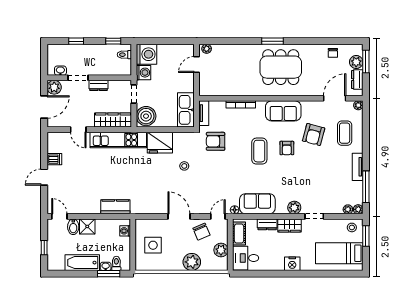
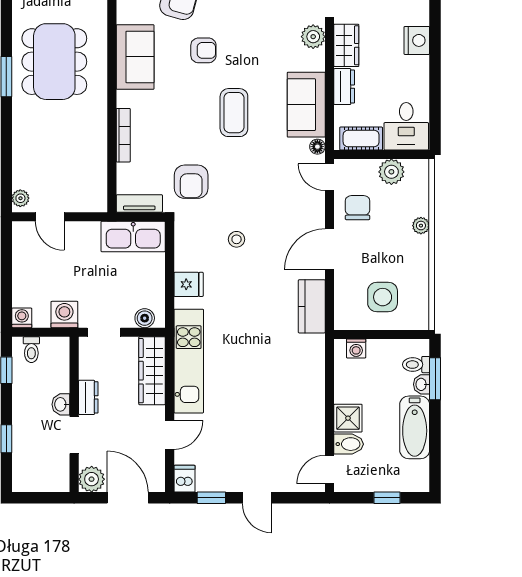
washing machine: (146, 54) -> (22, 318), width x0.53, depth x0.53
washbasin: (60, 71) -> (61, 404), moved
boiler: (146, 116) -> (145, 318), width x0.54, depth x0.54
fridge: (160, 143) -> (189, 284), width x0.53, depth x0.75
coffee table: (259, 151) -> (234, 113), moved, turned 90
window: (44, 152) -> (211, 498), added
dishwasher: (54, 159) -> (184, 479), moved
kitchen counter: (115, 207) -> (312, 306), moved
chair: (201, 232) -> (358, 208), turned -67
plant: (192, 262) -> (421, 226), width x0.53, depth x0.53

